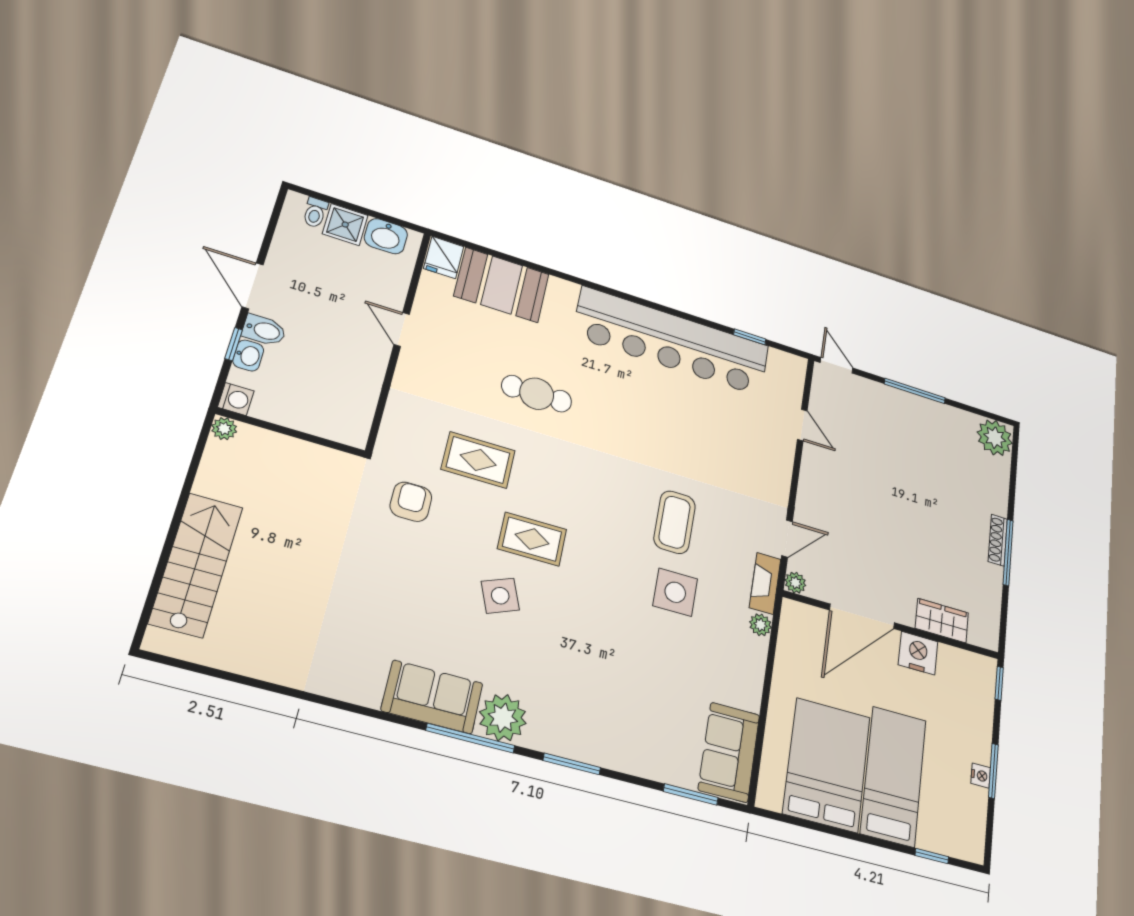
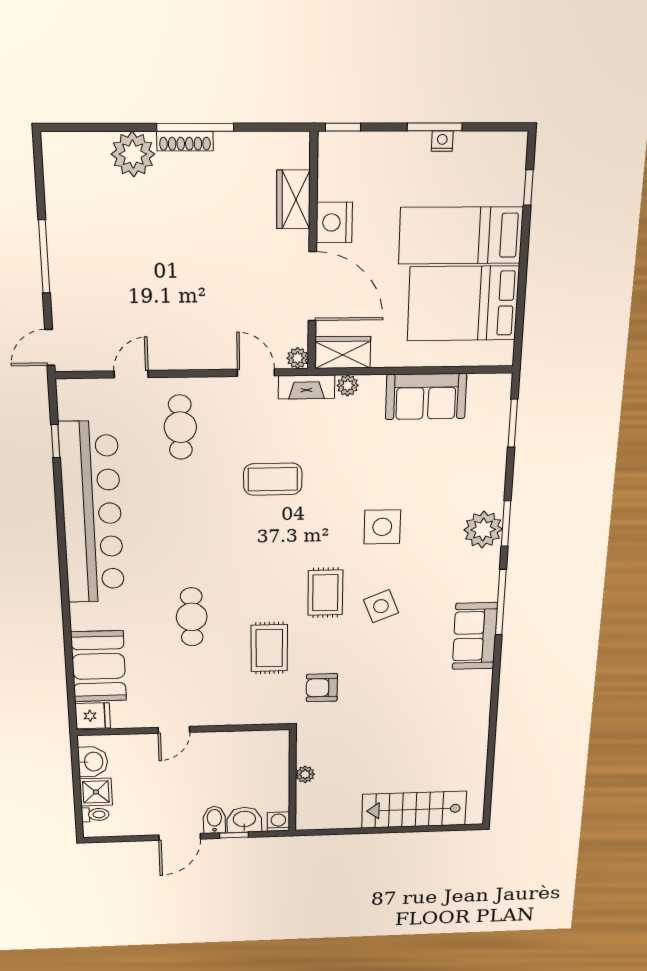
washbasin: (248, 355) -> (244, 820), width x1.38, depth x1.45
plant: (224, 429) -> (305, 774), moved
plant: (995, 438) -> (133, 154), moved
cafe table: (744, 451) -> (180, 427), added
side table: (675, 592) -> (382, 527), moved
wardrobe: (795, 629) -> (343, 352), added
plant: (503, 718) -> (483, 530), moved
sofa: (729, 752) -> (426, 397), moved

